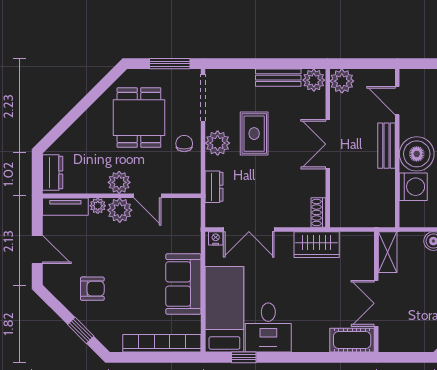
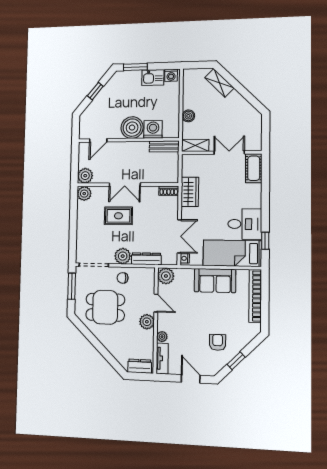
bench: (278, 78) -> (82, 216), removed
rug: (254, 134) -> (118, 216), moved
bench: (387, 146) -> (164, 146), moved
dresser: (214, 187) -> (146, 259), width x1.44
door: (148, 196) -> (156, 303), hinge flipped
plant: (120, 210) -> (166, 276), moved
door: (37, 250) -> (191, 379), hinge flipped
double door: (376, 303) -> (229, 152), swing flipped
window: (81, 330) -> (236, 361), moved

